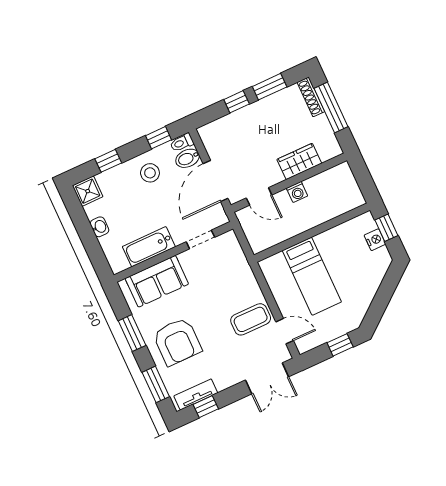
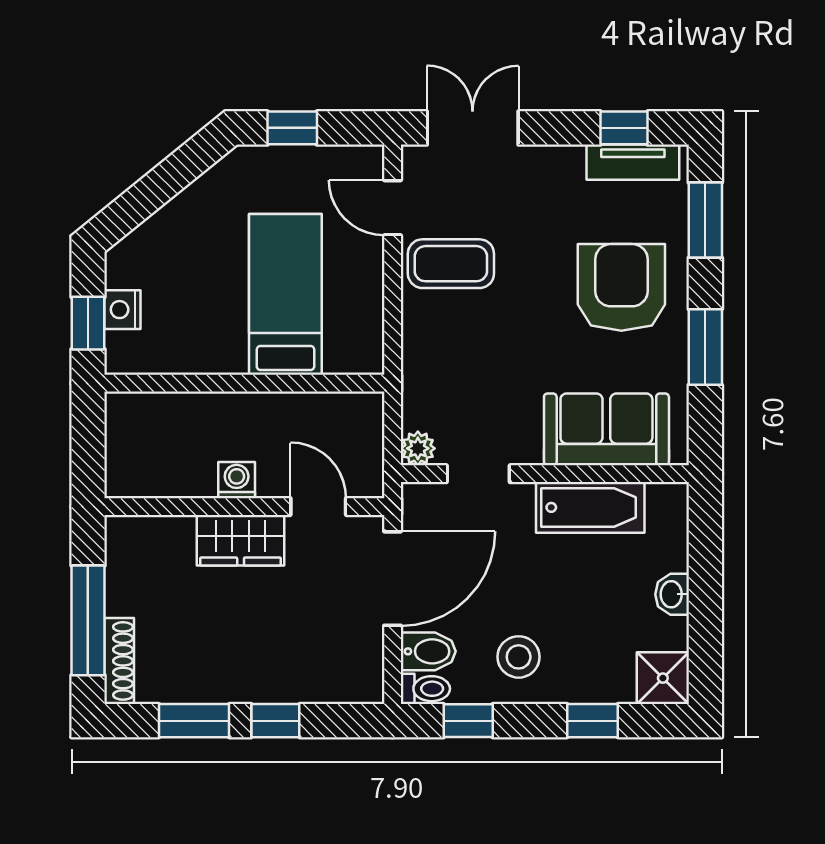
wardrobe: (299, 161) -> (241, 540), moved
plant: (230, 238) -> (418, 448), added

